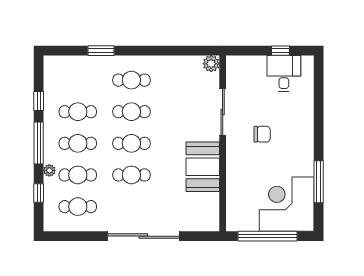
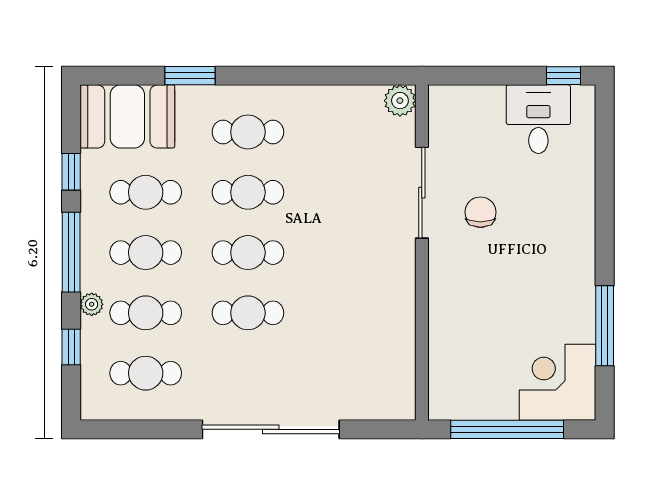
window: (281, 51) -> (564, 76), moved
chair: (262, 134) -> (480, 212), moved, turned -90
booth: (203, 167) -> (127, 116), moved, turned 90
corner desk: (287, 204) -> (557, 382), width x0.74, depth x0.74

